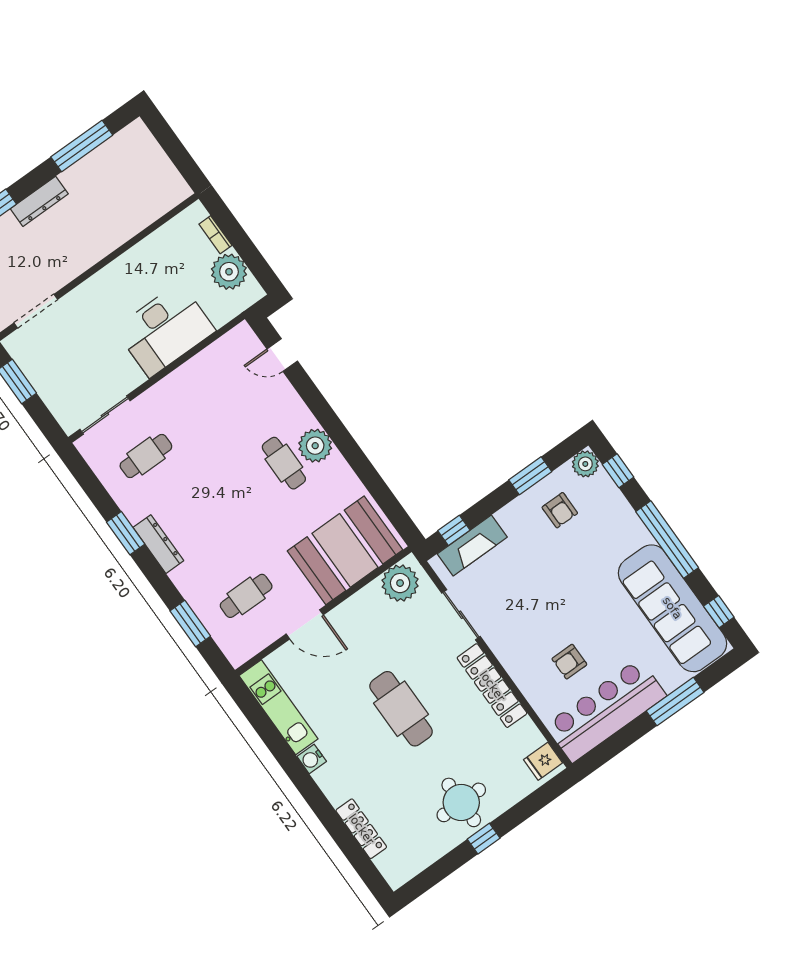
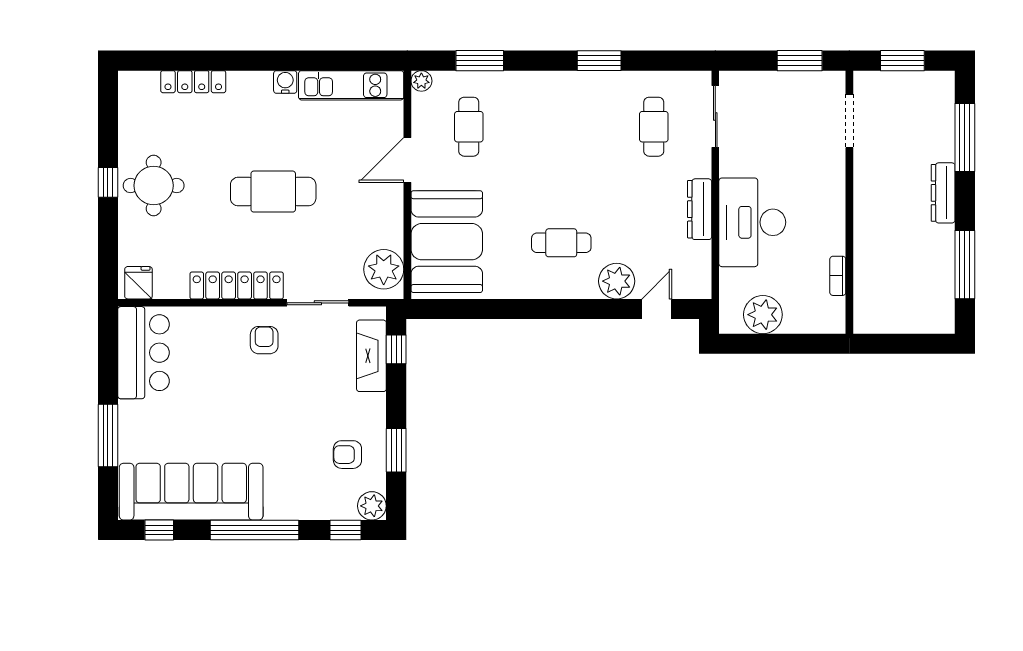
bookcase: (215, 235) -> (838, 276), moved, turned -90
plant: (315, 446) -> (617, 281), moved
dresser: (158, 544) -> (700, 209), moved, turned 90
plant: (237, 657) -> (421, 81), added
armchair: (569, 662) -> (264, 340), moved
bar counter: (606, 710) -> (144, 353), width x0.73

